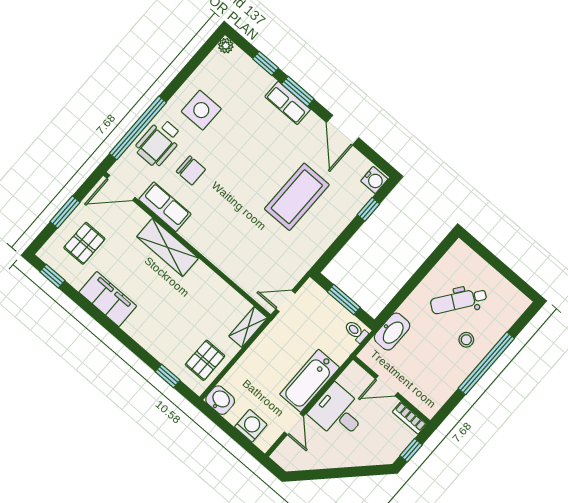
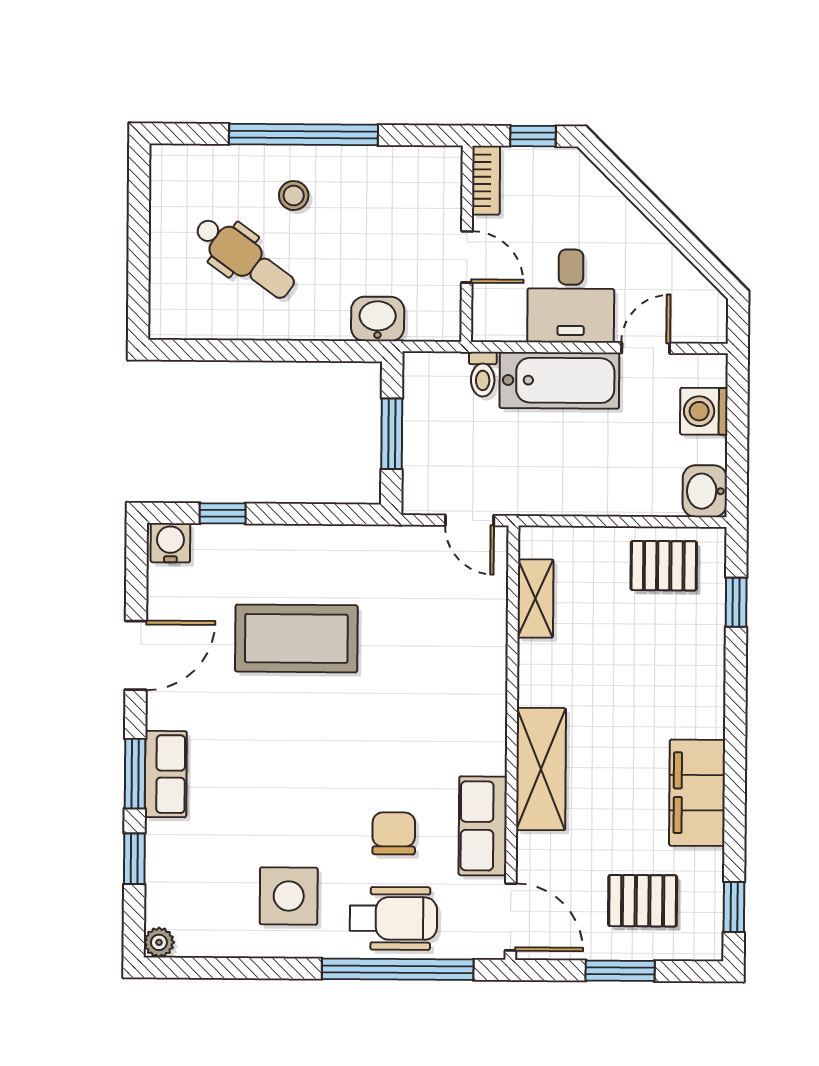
shelving: (248, 327) -> (535, 598), moved, turned 90
toilet: (356, 331) -> (483, 374), moved
washbasin: (392, 332) -> (378, 319), width x0.72

